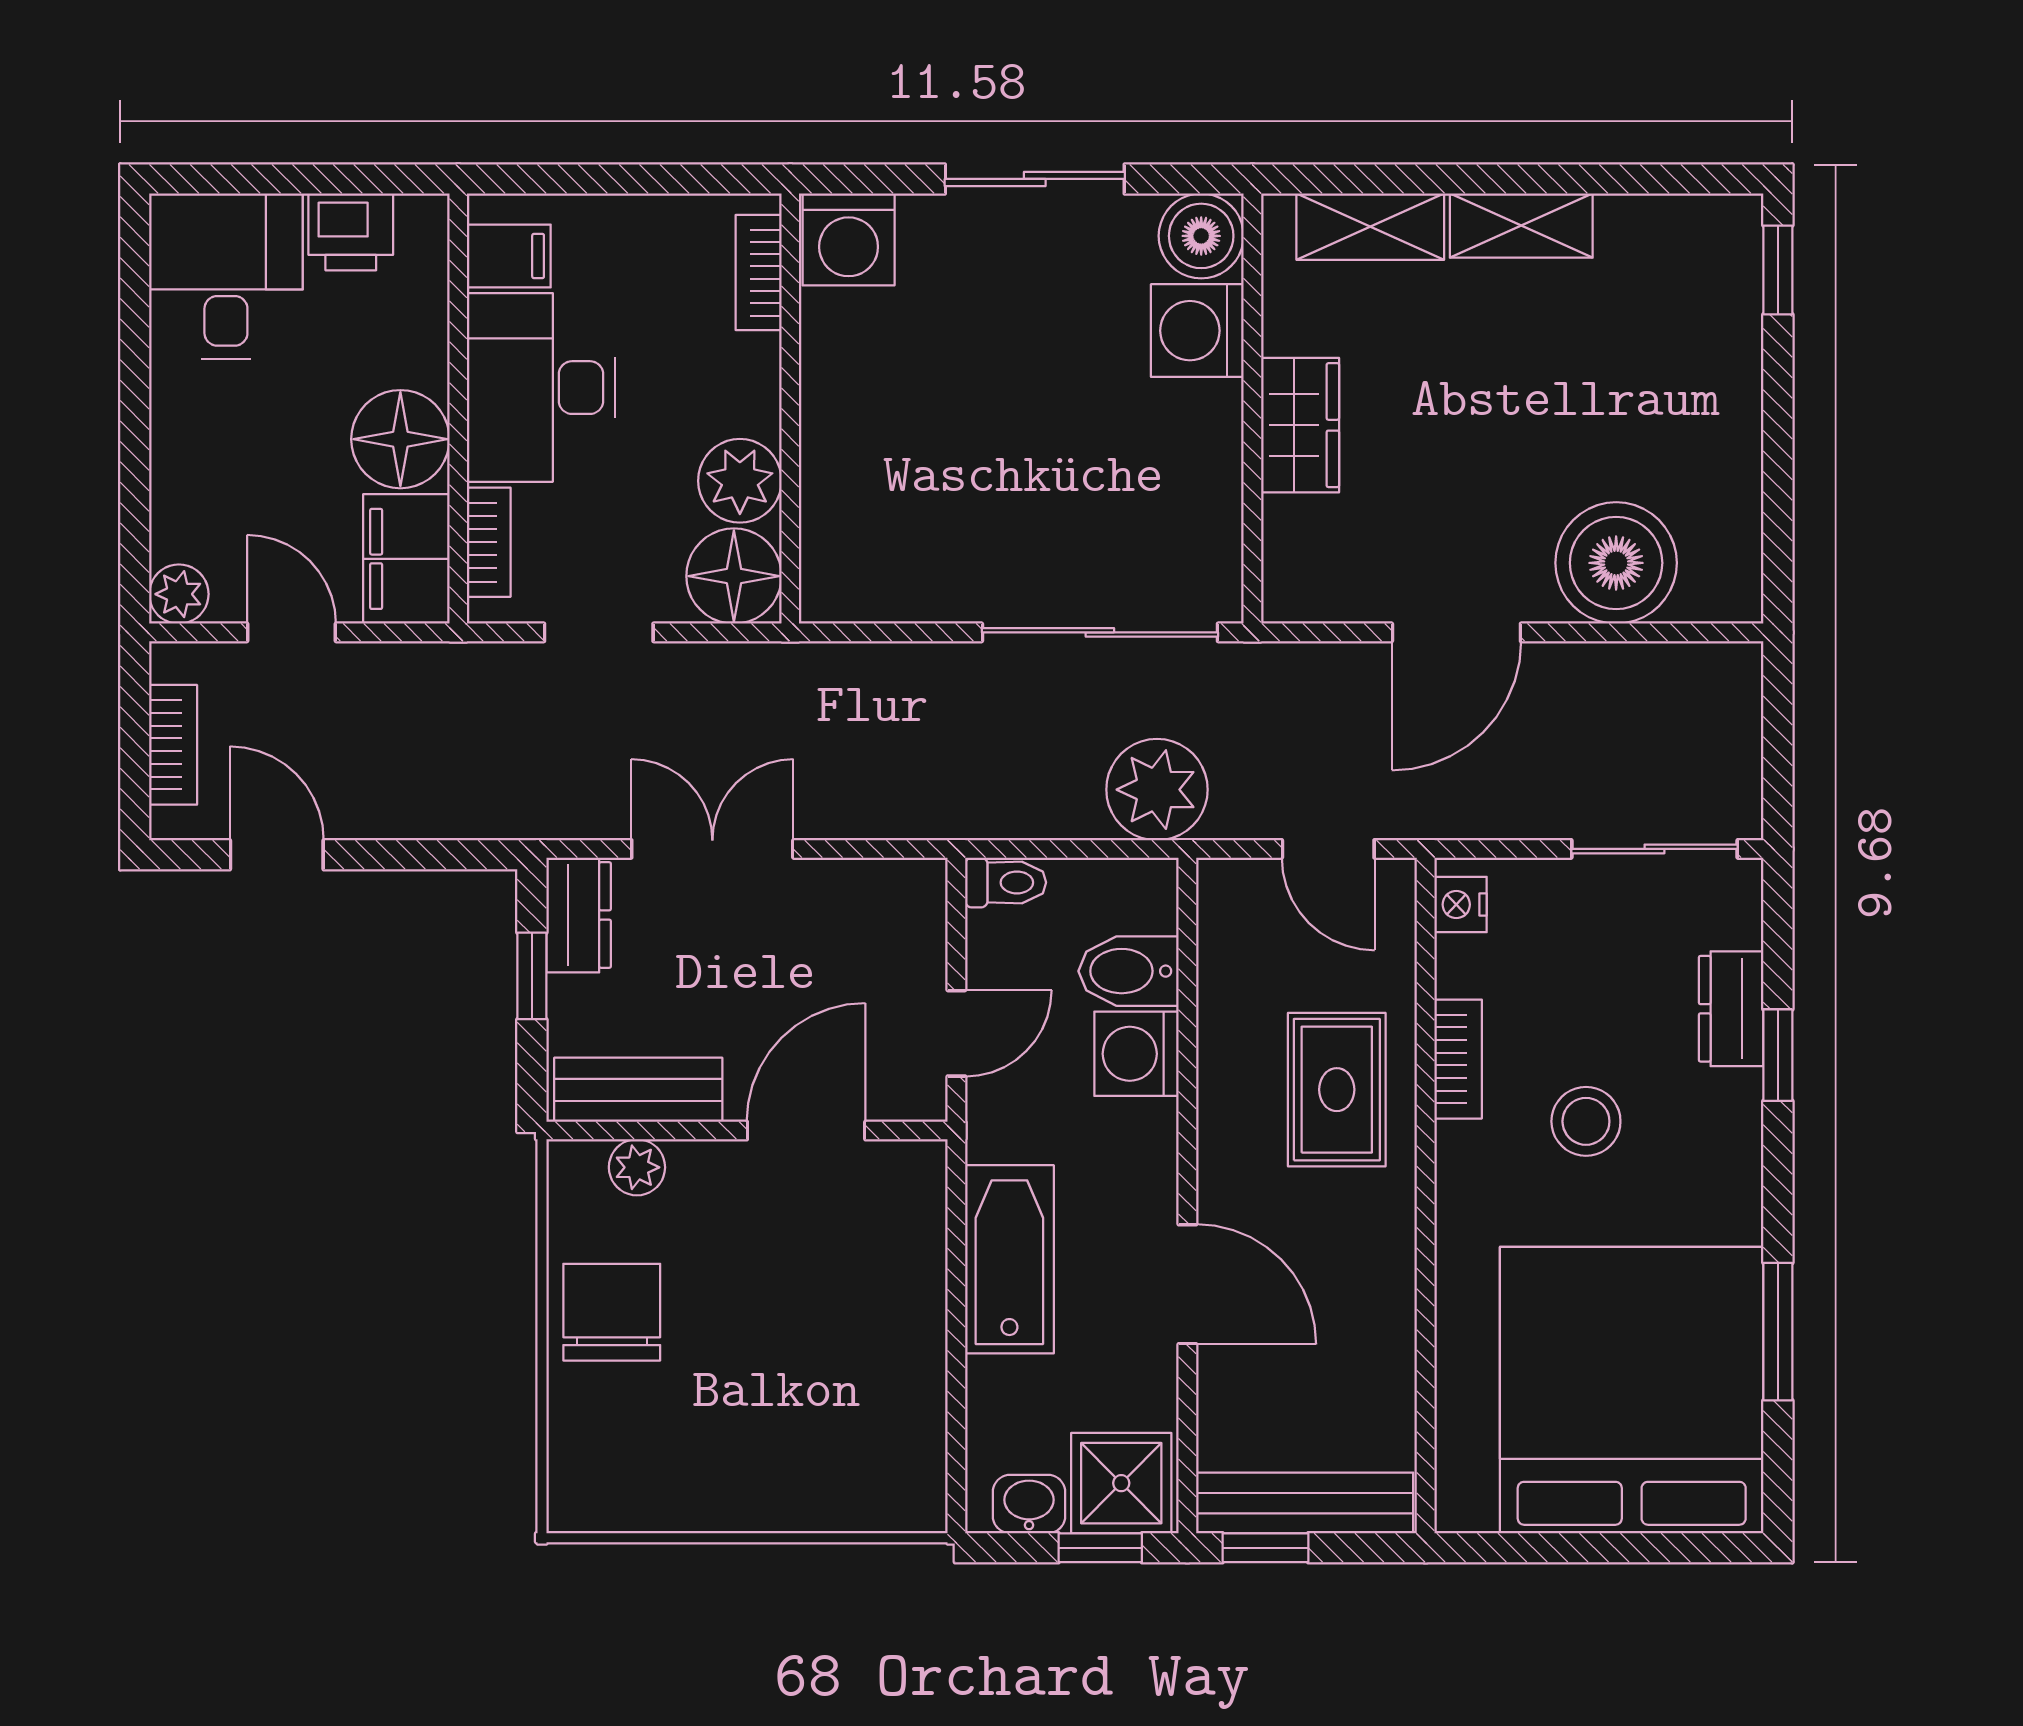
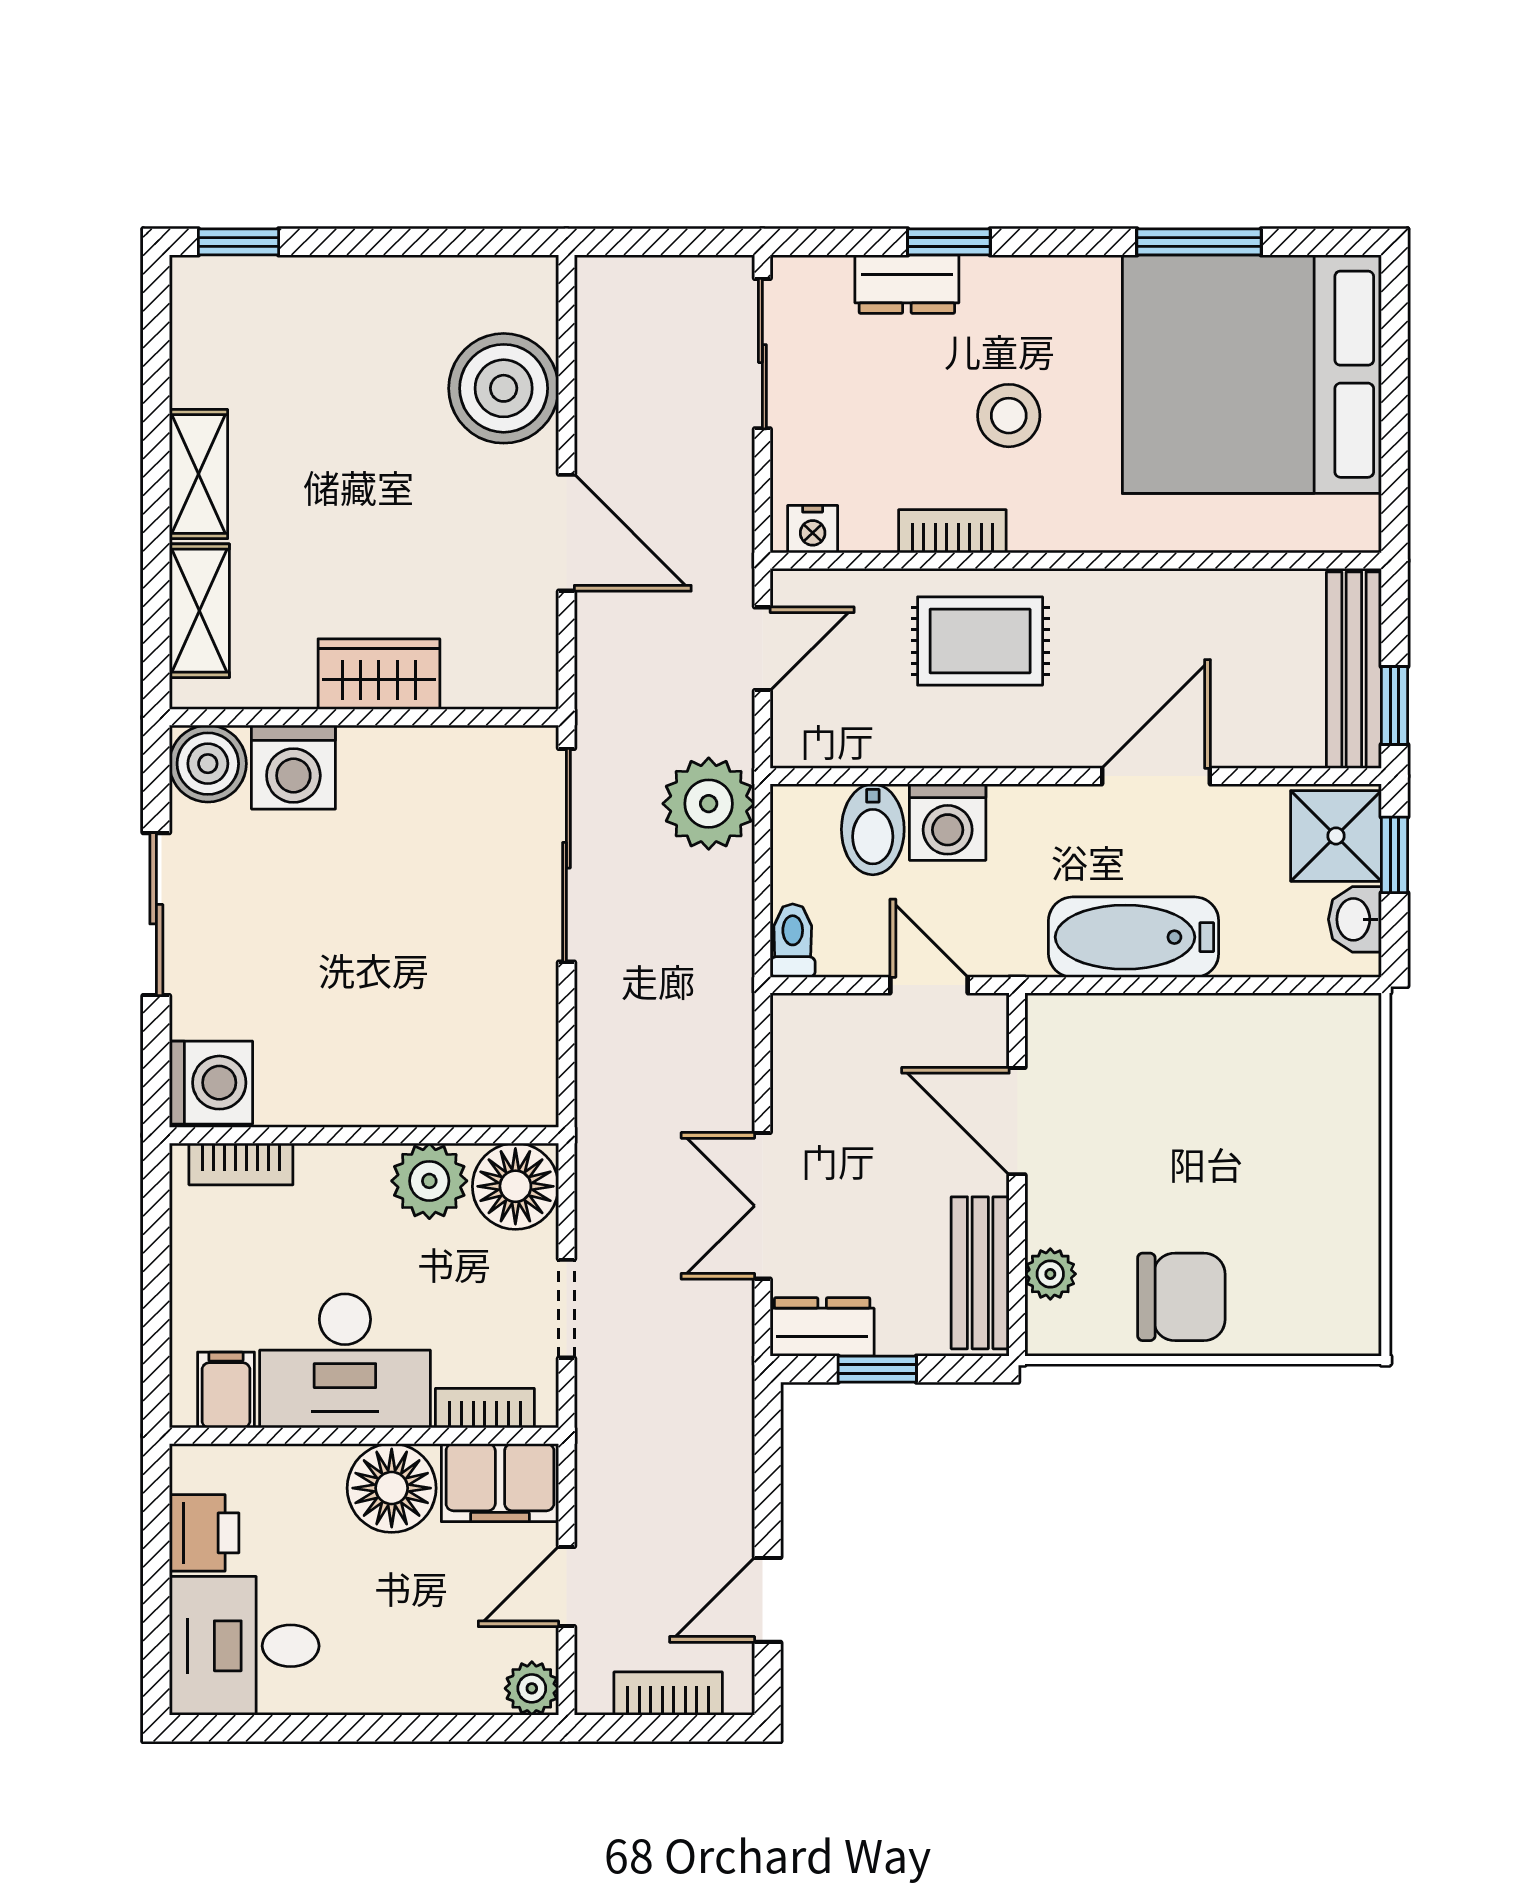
chair: (612, 1312) -> (1181, 1297), turned 180

